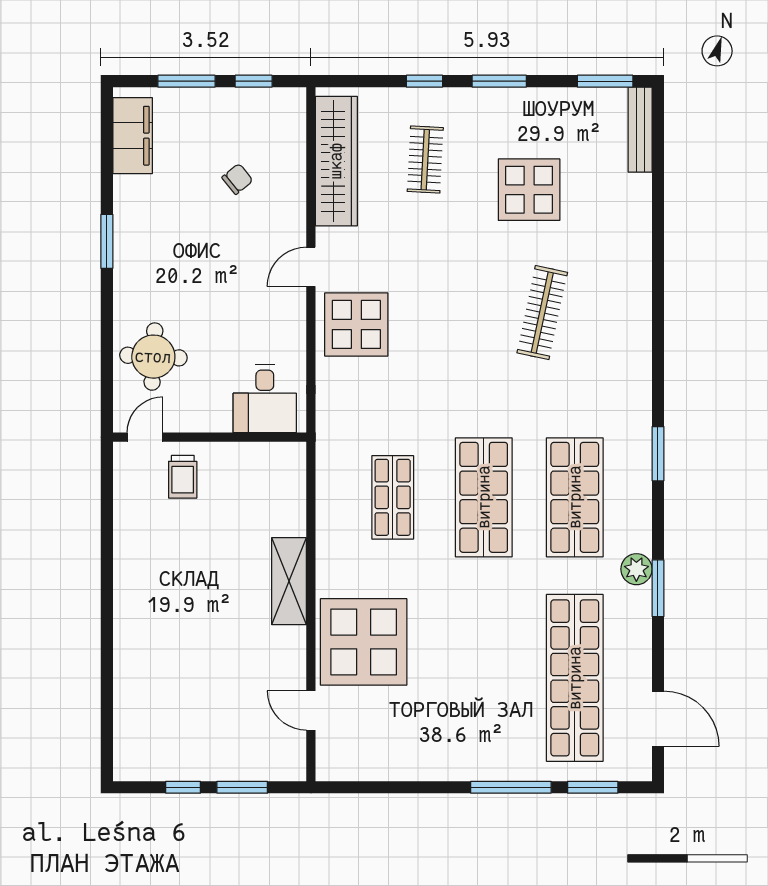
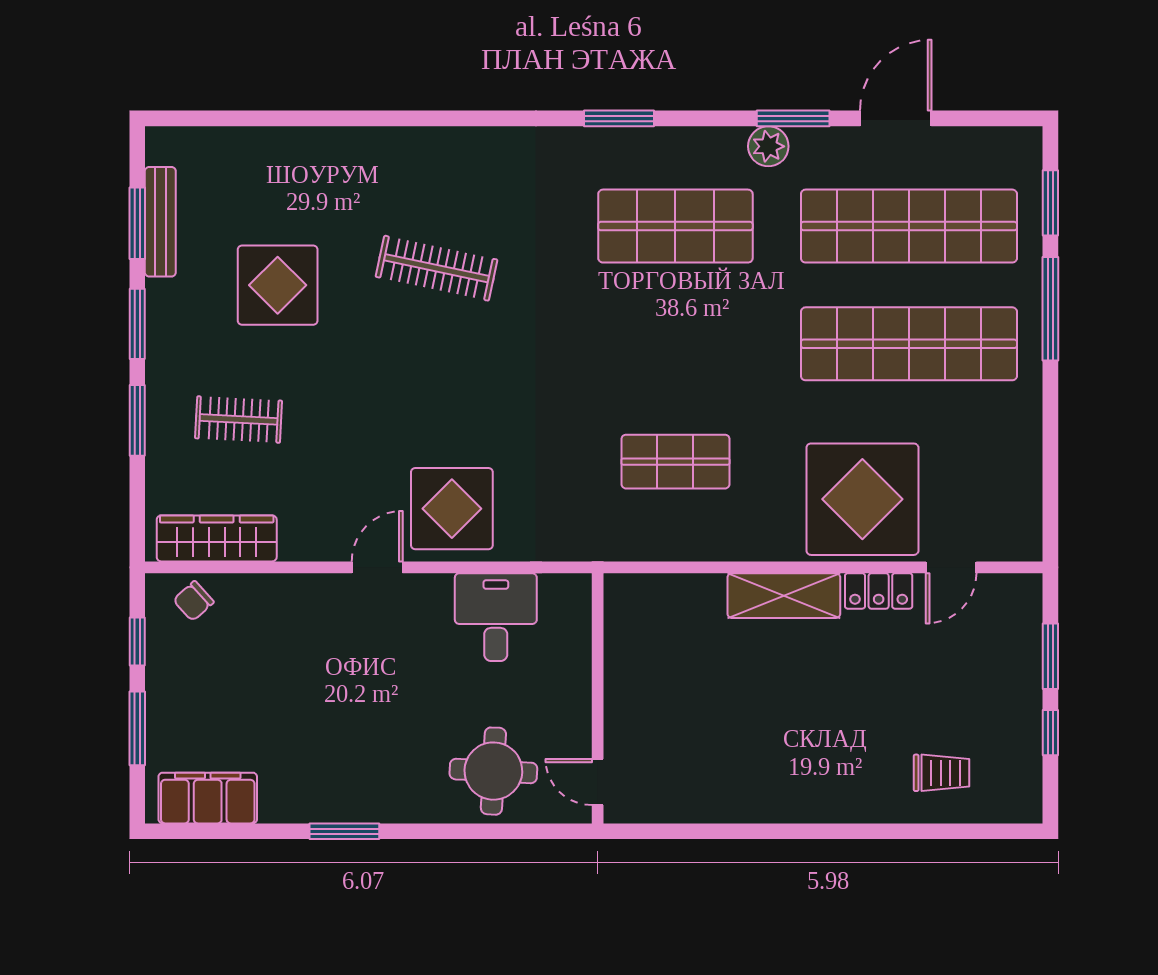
window: (424, 81) -> (137, 420), width x1.50
window: (605, 81) -> (137, 223), moved
bench: (640, 130) -> (160, 222), moved, turned 90
wardrobe: (336, 161) -> (217, 538), width x0.71, depth x0.85
chair: (237, 179) -> (194, 601), moved, turned -93
door: (311, 267) -> (377, 567), swing flipped
desk: (265, 399) -> (496, 617), moved, turned -90
trolley: (183, 477) -> (942, 773), moved
shop shelf: (484, 497) -> (909, 344), moved, width x1.40
locker: (293, 654) -> (879, 591), added
door: (658, 719) -> (896, 118), moved

